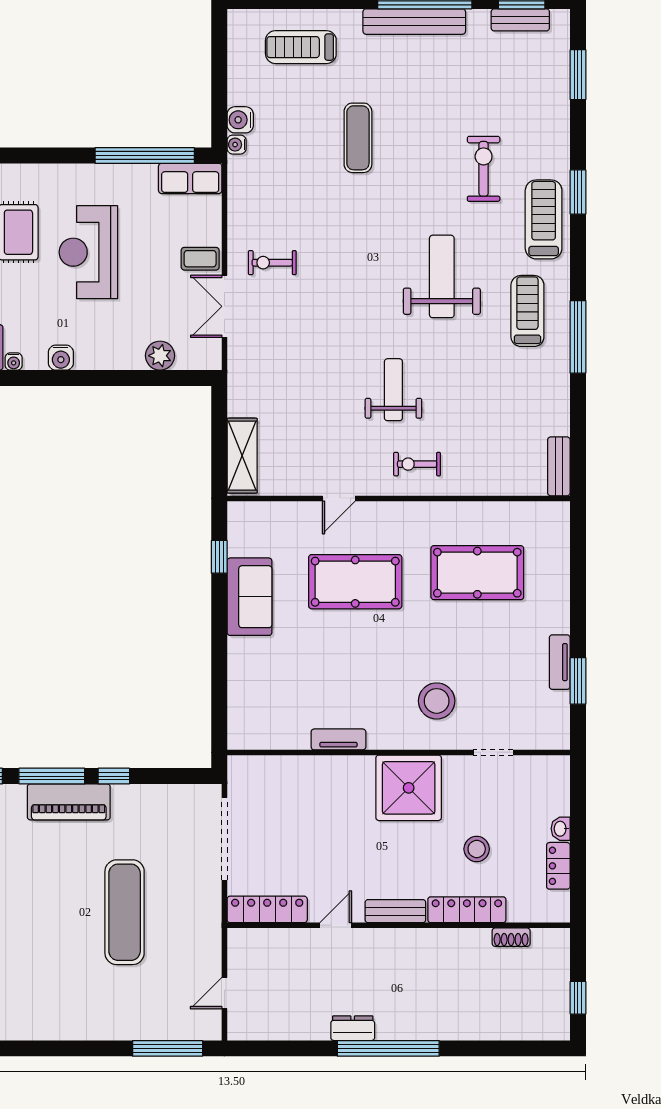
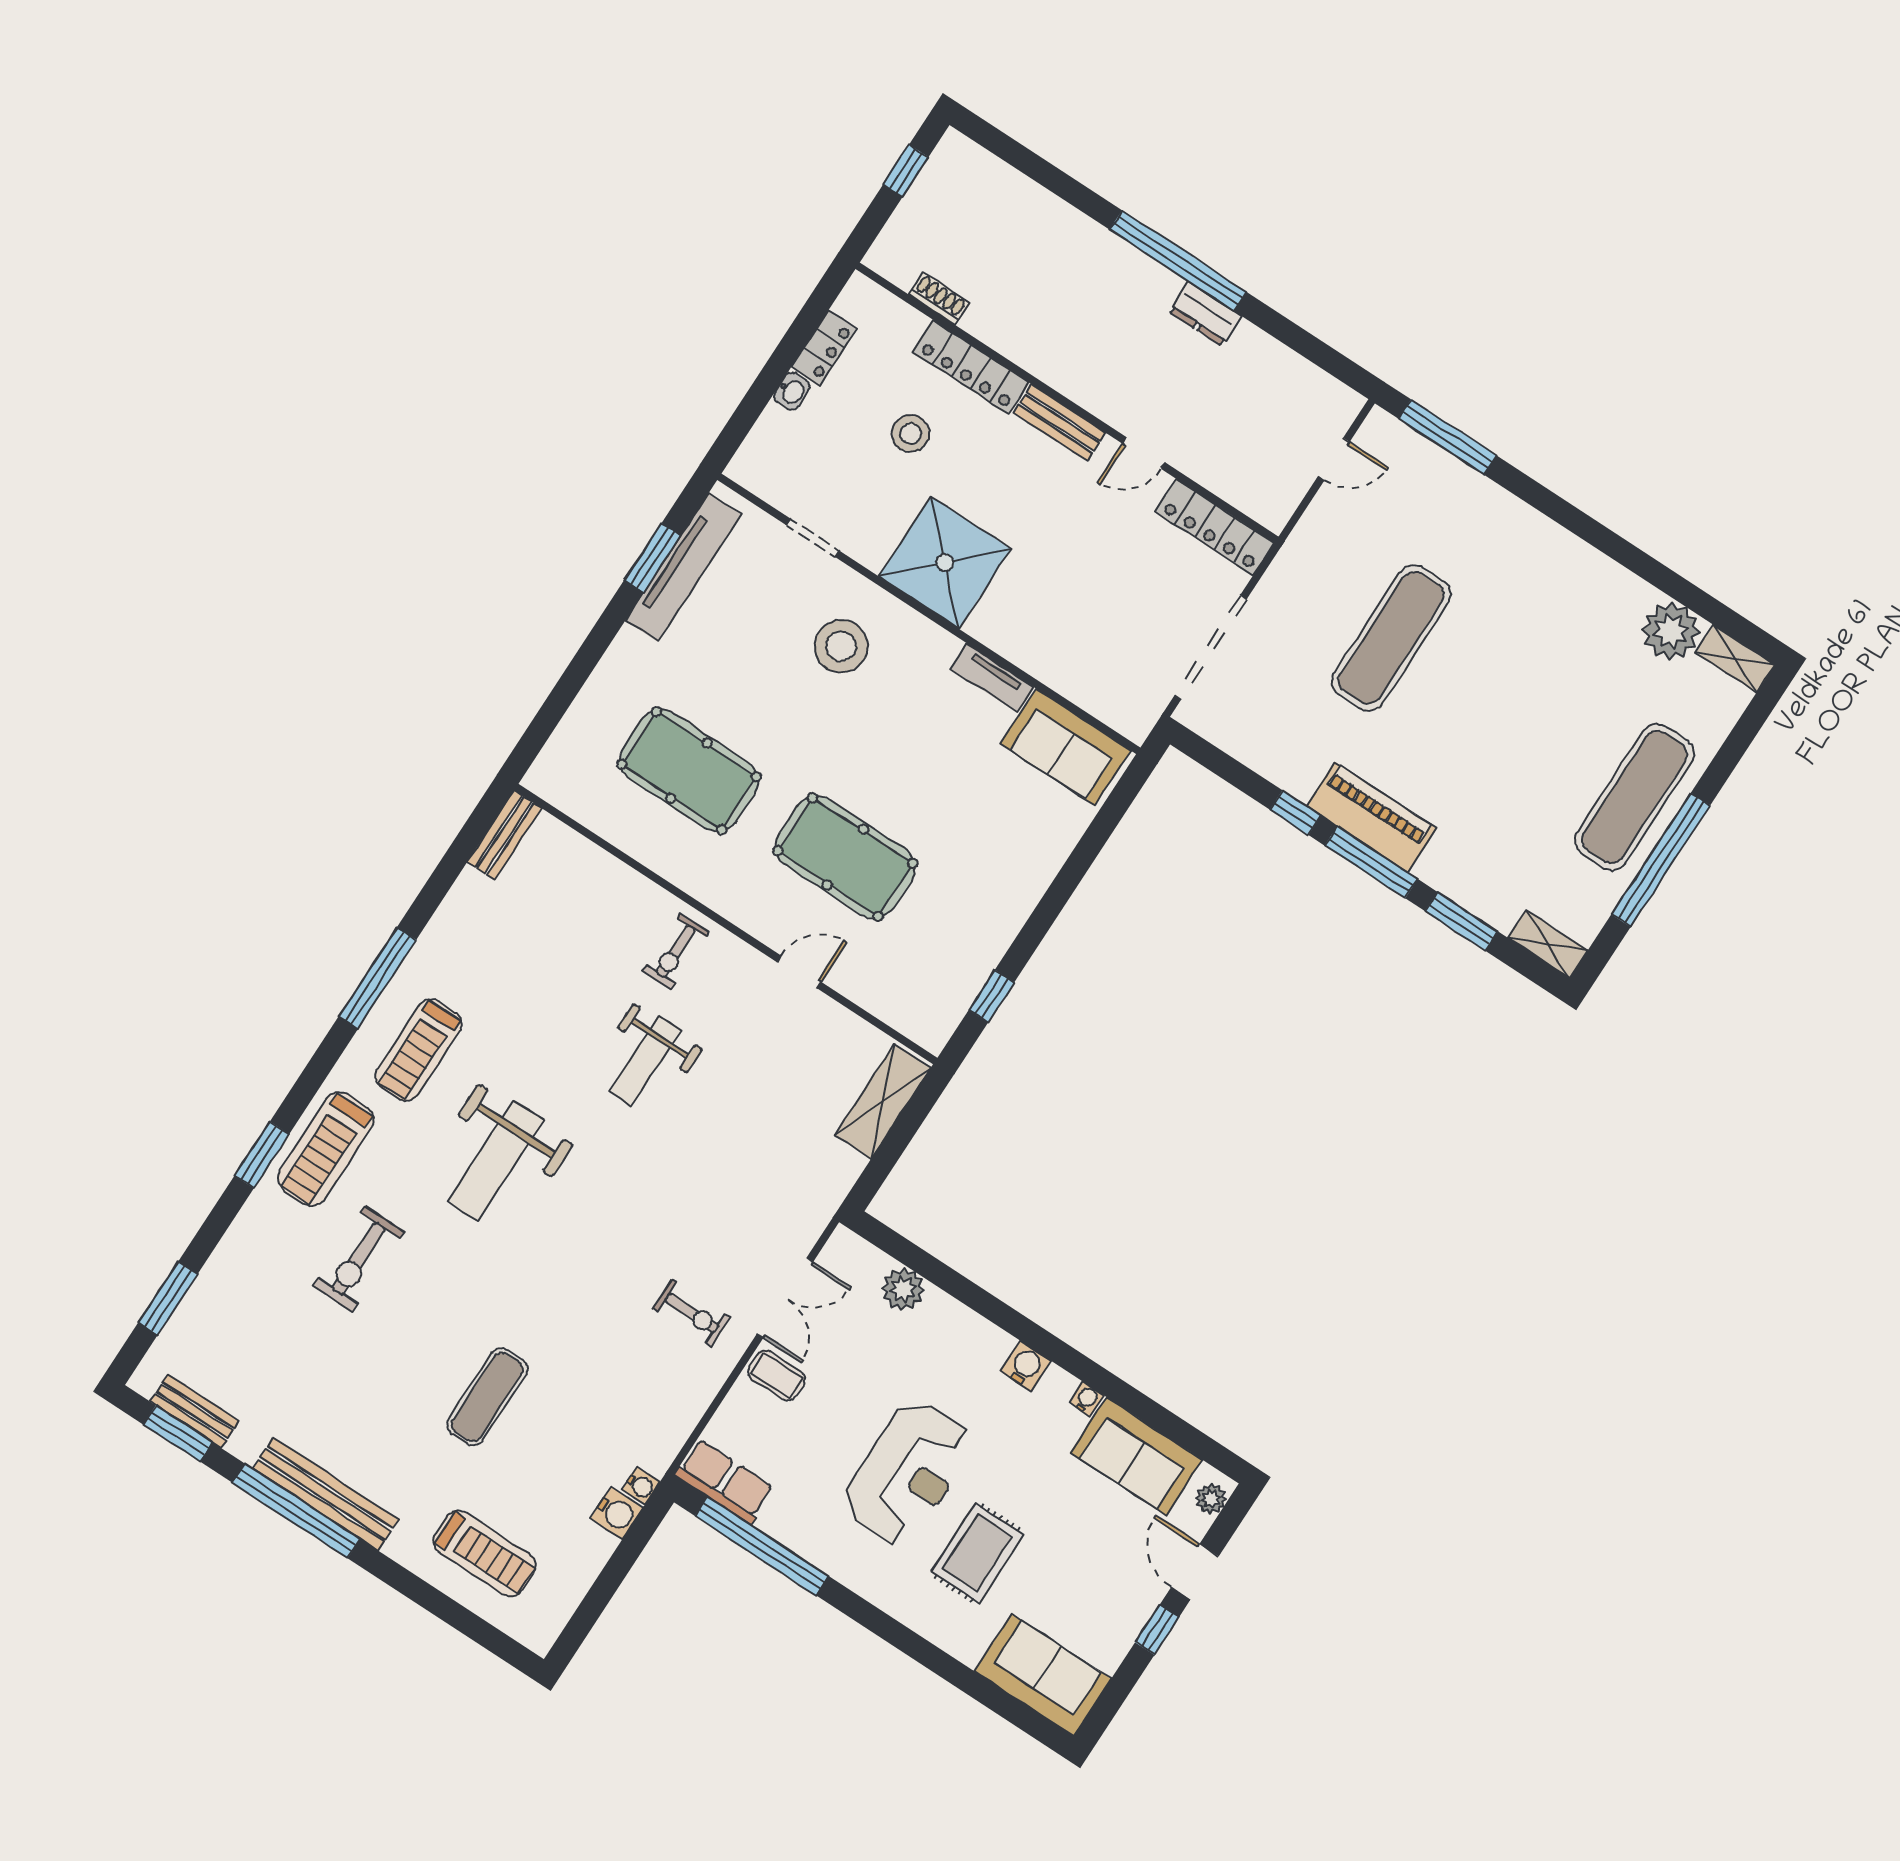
exercise bike: (417, 464) -> (676, 951), turned 90
sofa: (249, 597) -> (1066, 747), moved, turned -90
tv unit: (560, 662) -> (683, 567), width x1.92, depth x1.29

